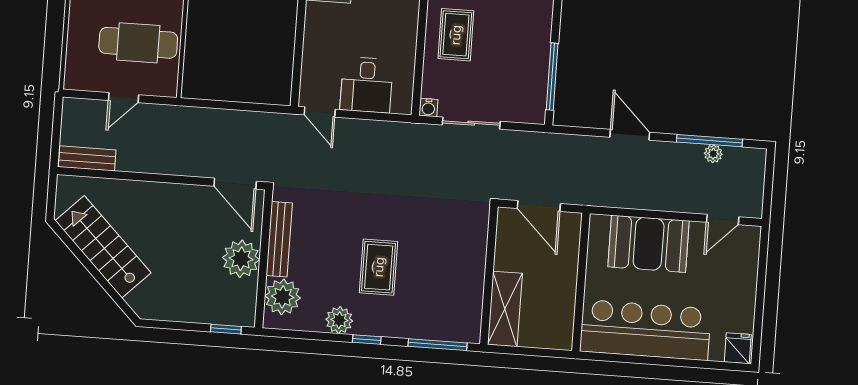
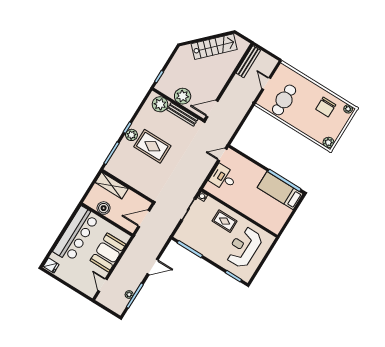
bench: (87, 158) -> (248, 62), width x1.36
rug: (379, 267) -> (152, 146), width x1.36, depth x1.43
boiler: (561, 301) -> (104, 208), added
plant: (339, 320) -> (131, 135), moved

